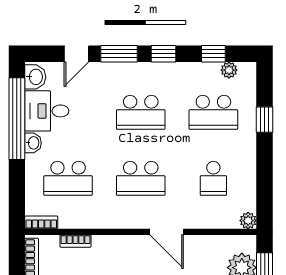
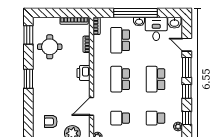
school desk: (213, 112) -> (155, 118), width x0.54
window: (17, 119) -> (135, 13), moved
door: (167, 232) -> (91, 106), moved
printer: (129, 247) -> (83, 73), added

